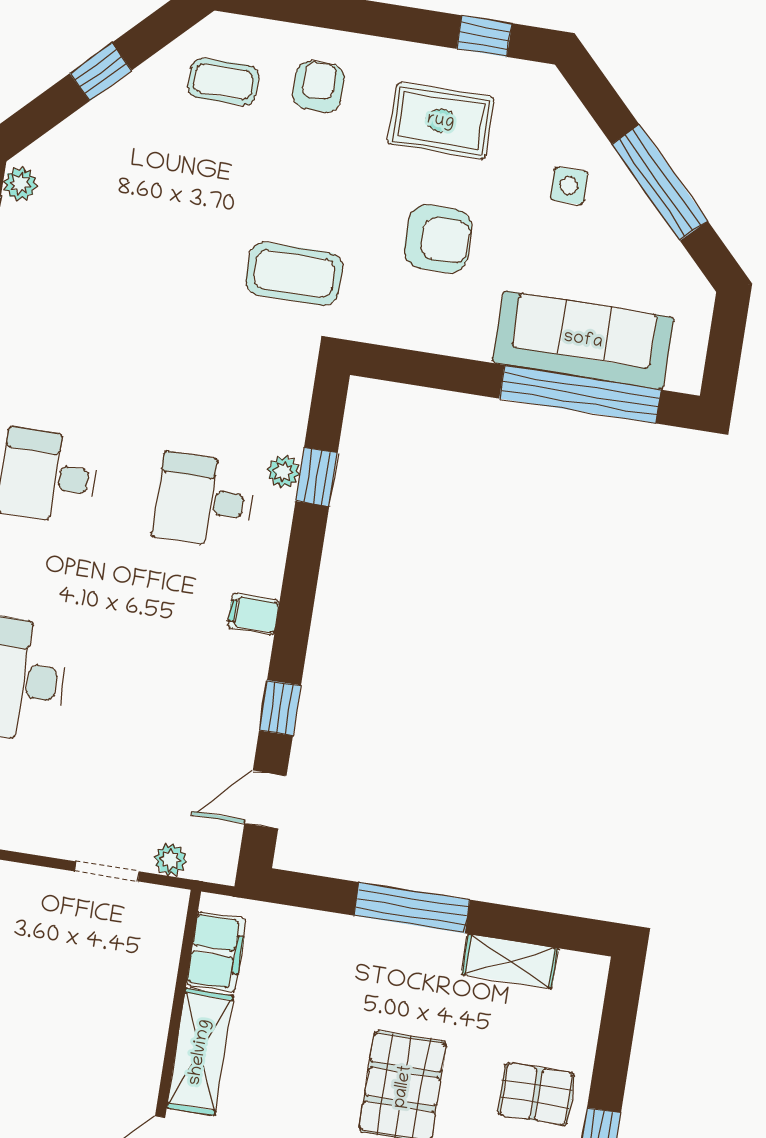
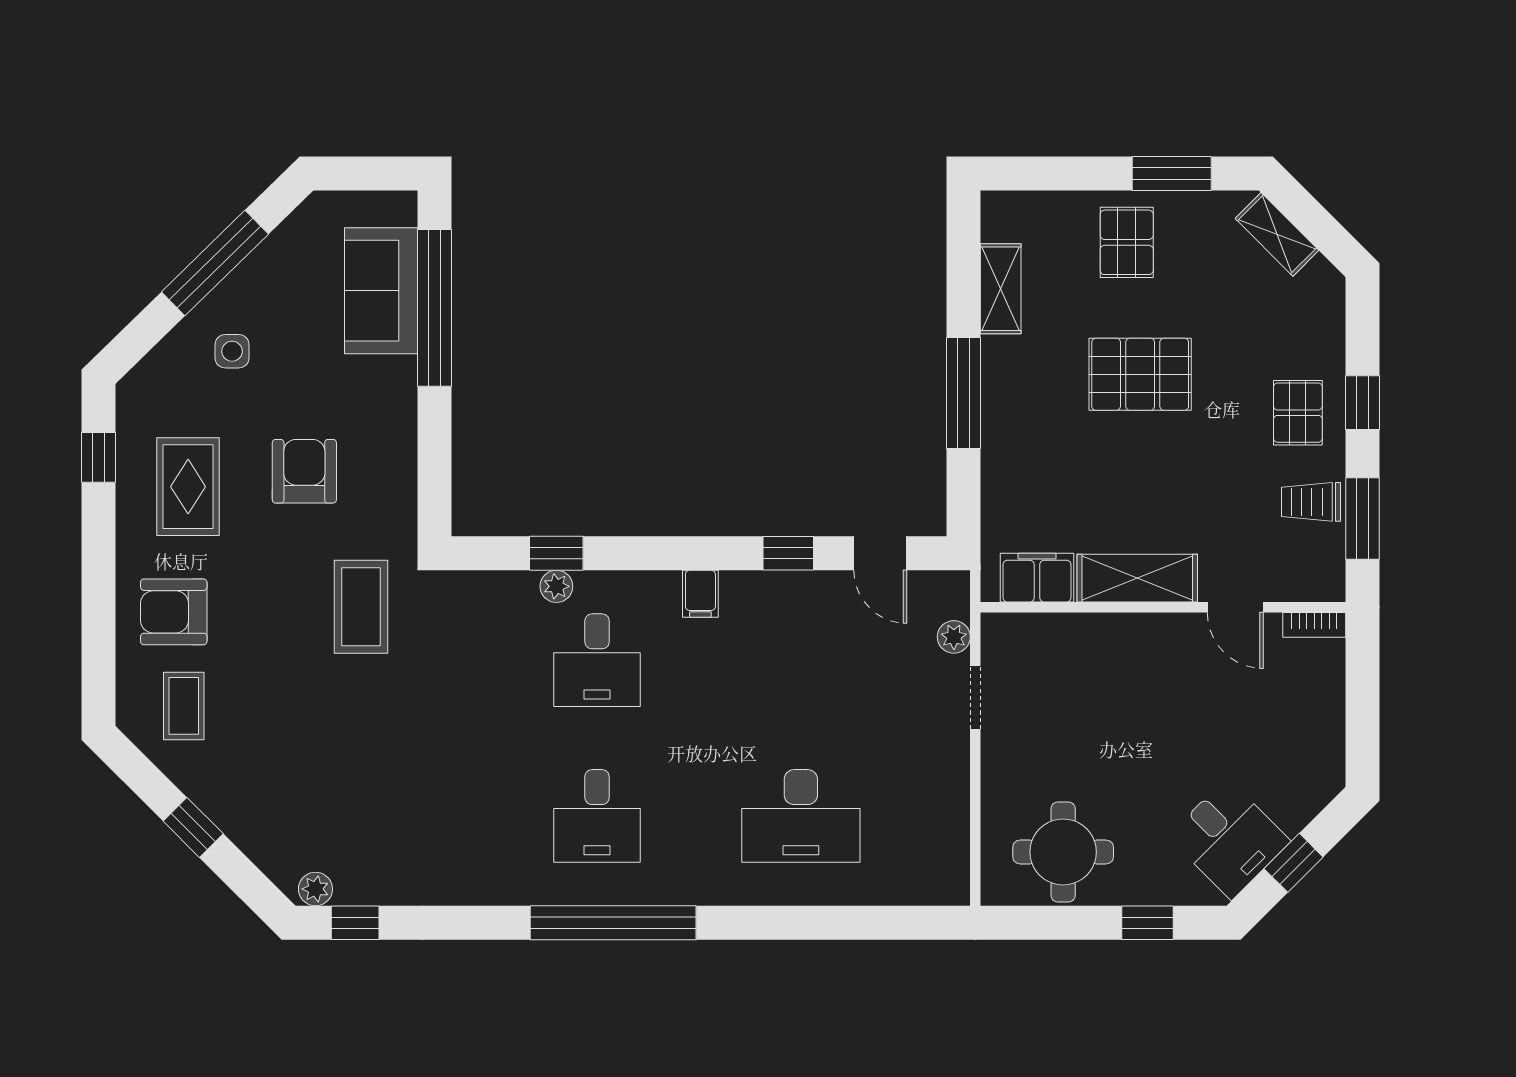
armchair: (319, 87) -> (174, 612), width x1.38, depth x1.38
sofa: (583, 340) -> (381, 291), width x0.73

